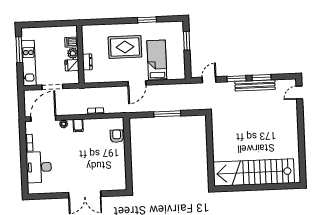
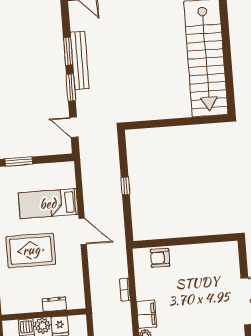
rug: (125, 47) -> (31, 250), turned 90
window: (167, 114) -> (125, 186), width x0.46
filing cabinet: (78, 125) -> (147, 314), width x2.00

